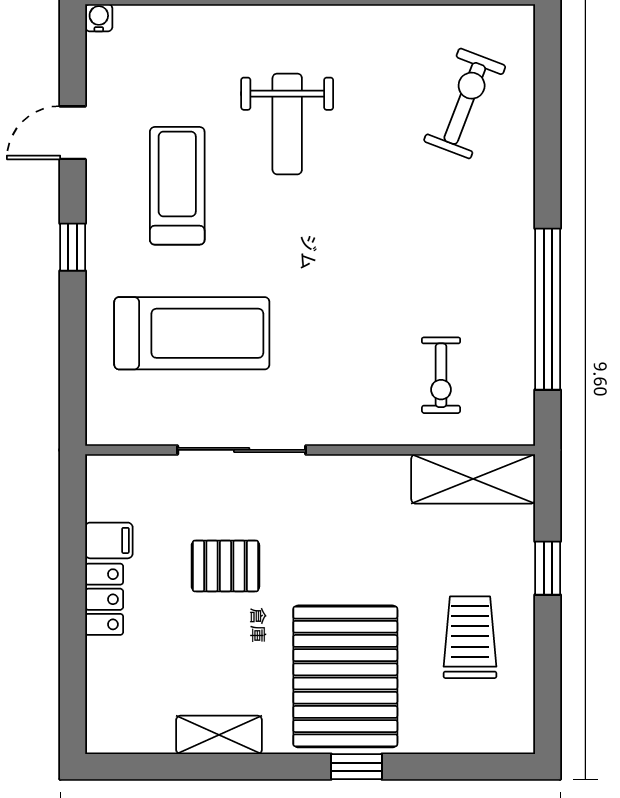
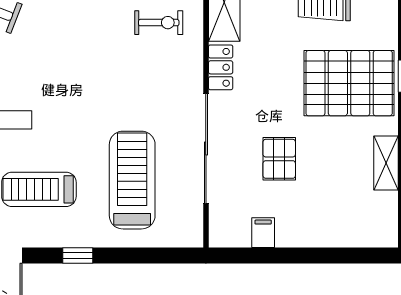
sliding door: (242, 450) -> (206, 149), width x1.36
locker: (104, 599) -> (221, 67), moved, turned 90

